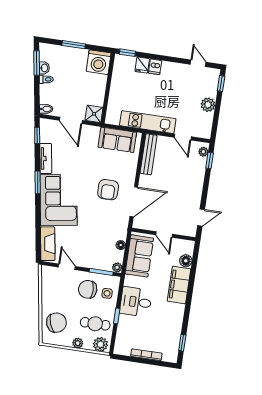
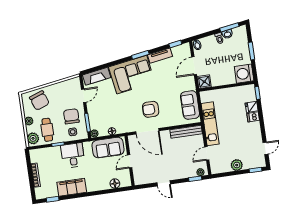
door: (201, 218) -> (164, 183), moved
filing cabinet: (179, 285) -> (72, 187), moved

